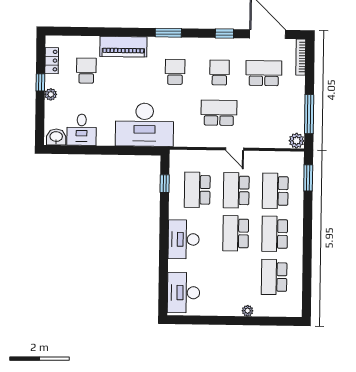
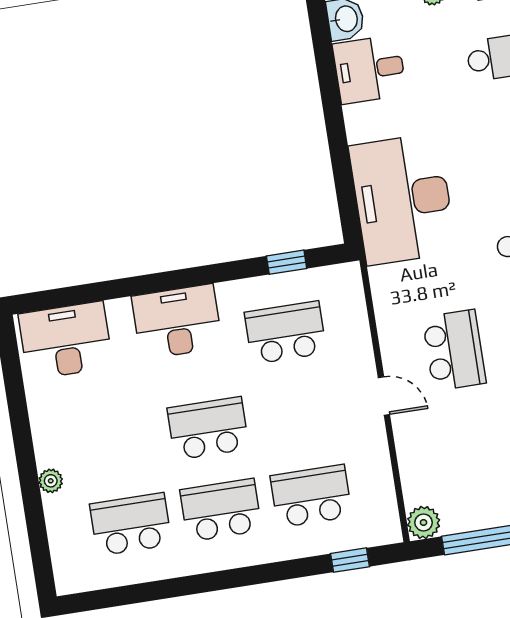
door: (235, 149) -> (384, 396), swing flipped
window: (308, 178) -> (350, 560), width x0.67
school desk: (236, 190) -> (298, 414), removed

